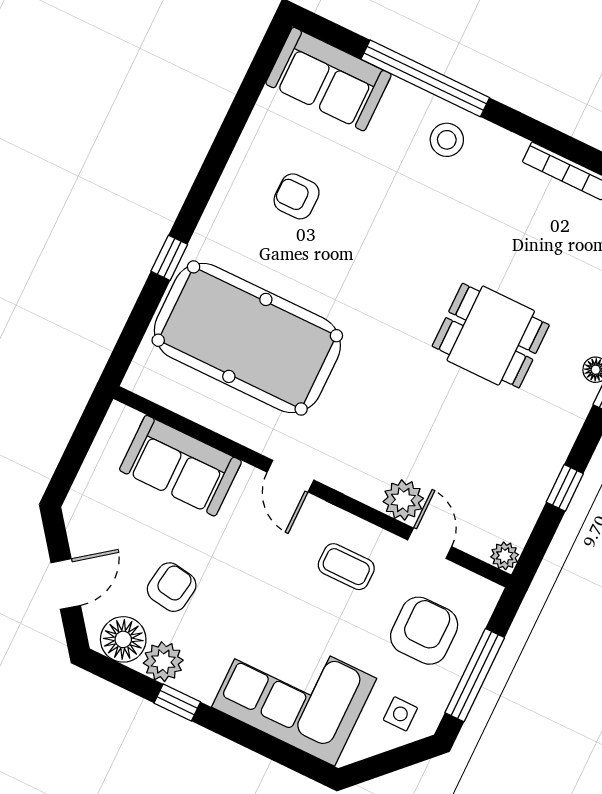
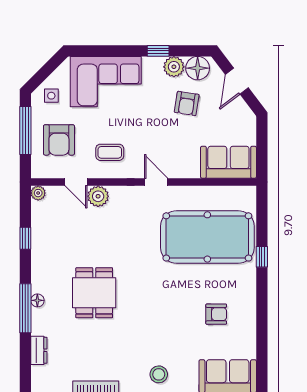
dining table: (491, 336) -> (94, 293), turned 90
sofa: (180, 466) -> (228, 162), moved

